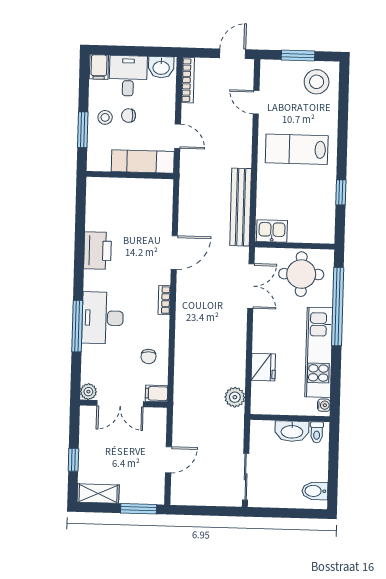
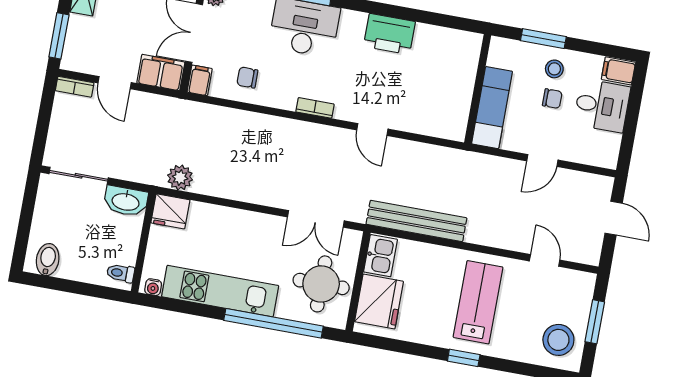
door: (233, 54) -> (614, 218), moved
washbasin: (161, 67) -> (606, 149), removed
bookcase: (188, 80) -> (75, 87), moved, width x0.64
door: (256, 102) -> (545, 260), hinge flipped
chair: (129, 116) -> (552, 99), turned 90
door: (178, 136) -> (542, 160), moved
window: (341, 192) -> (464, 358), moved
fridge: (308, 227) -> (379, 301), added
door: (174, 253) -> (372, 130), width x0.73
fridge: (263, 367) -> (170, 211), moved
filing cabinet: (155, 425) -> (161, 73), added
washbasin: (292, 431) -> (126, 201), moved, turned -90

